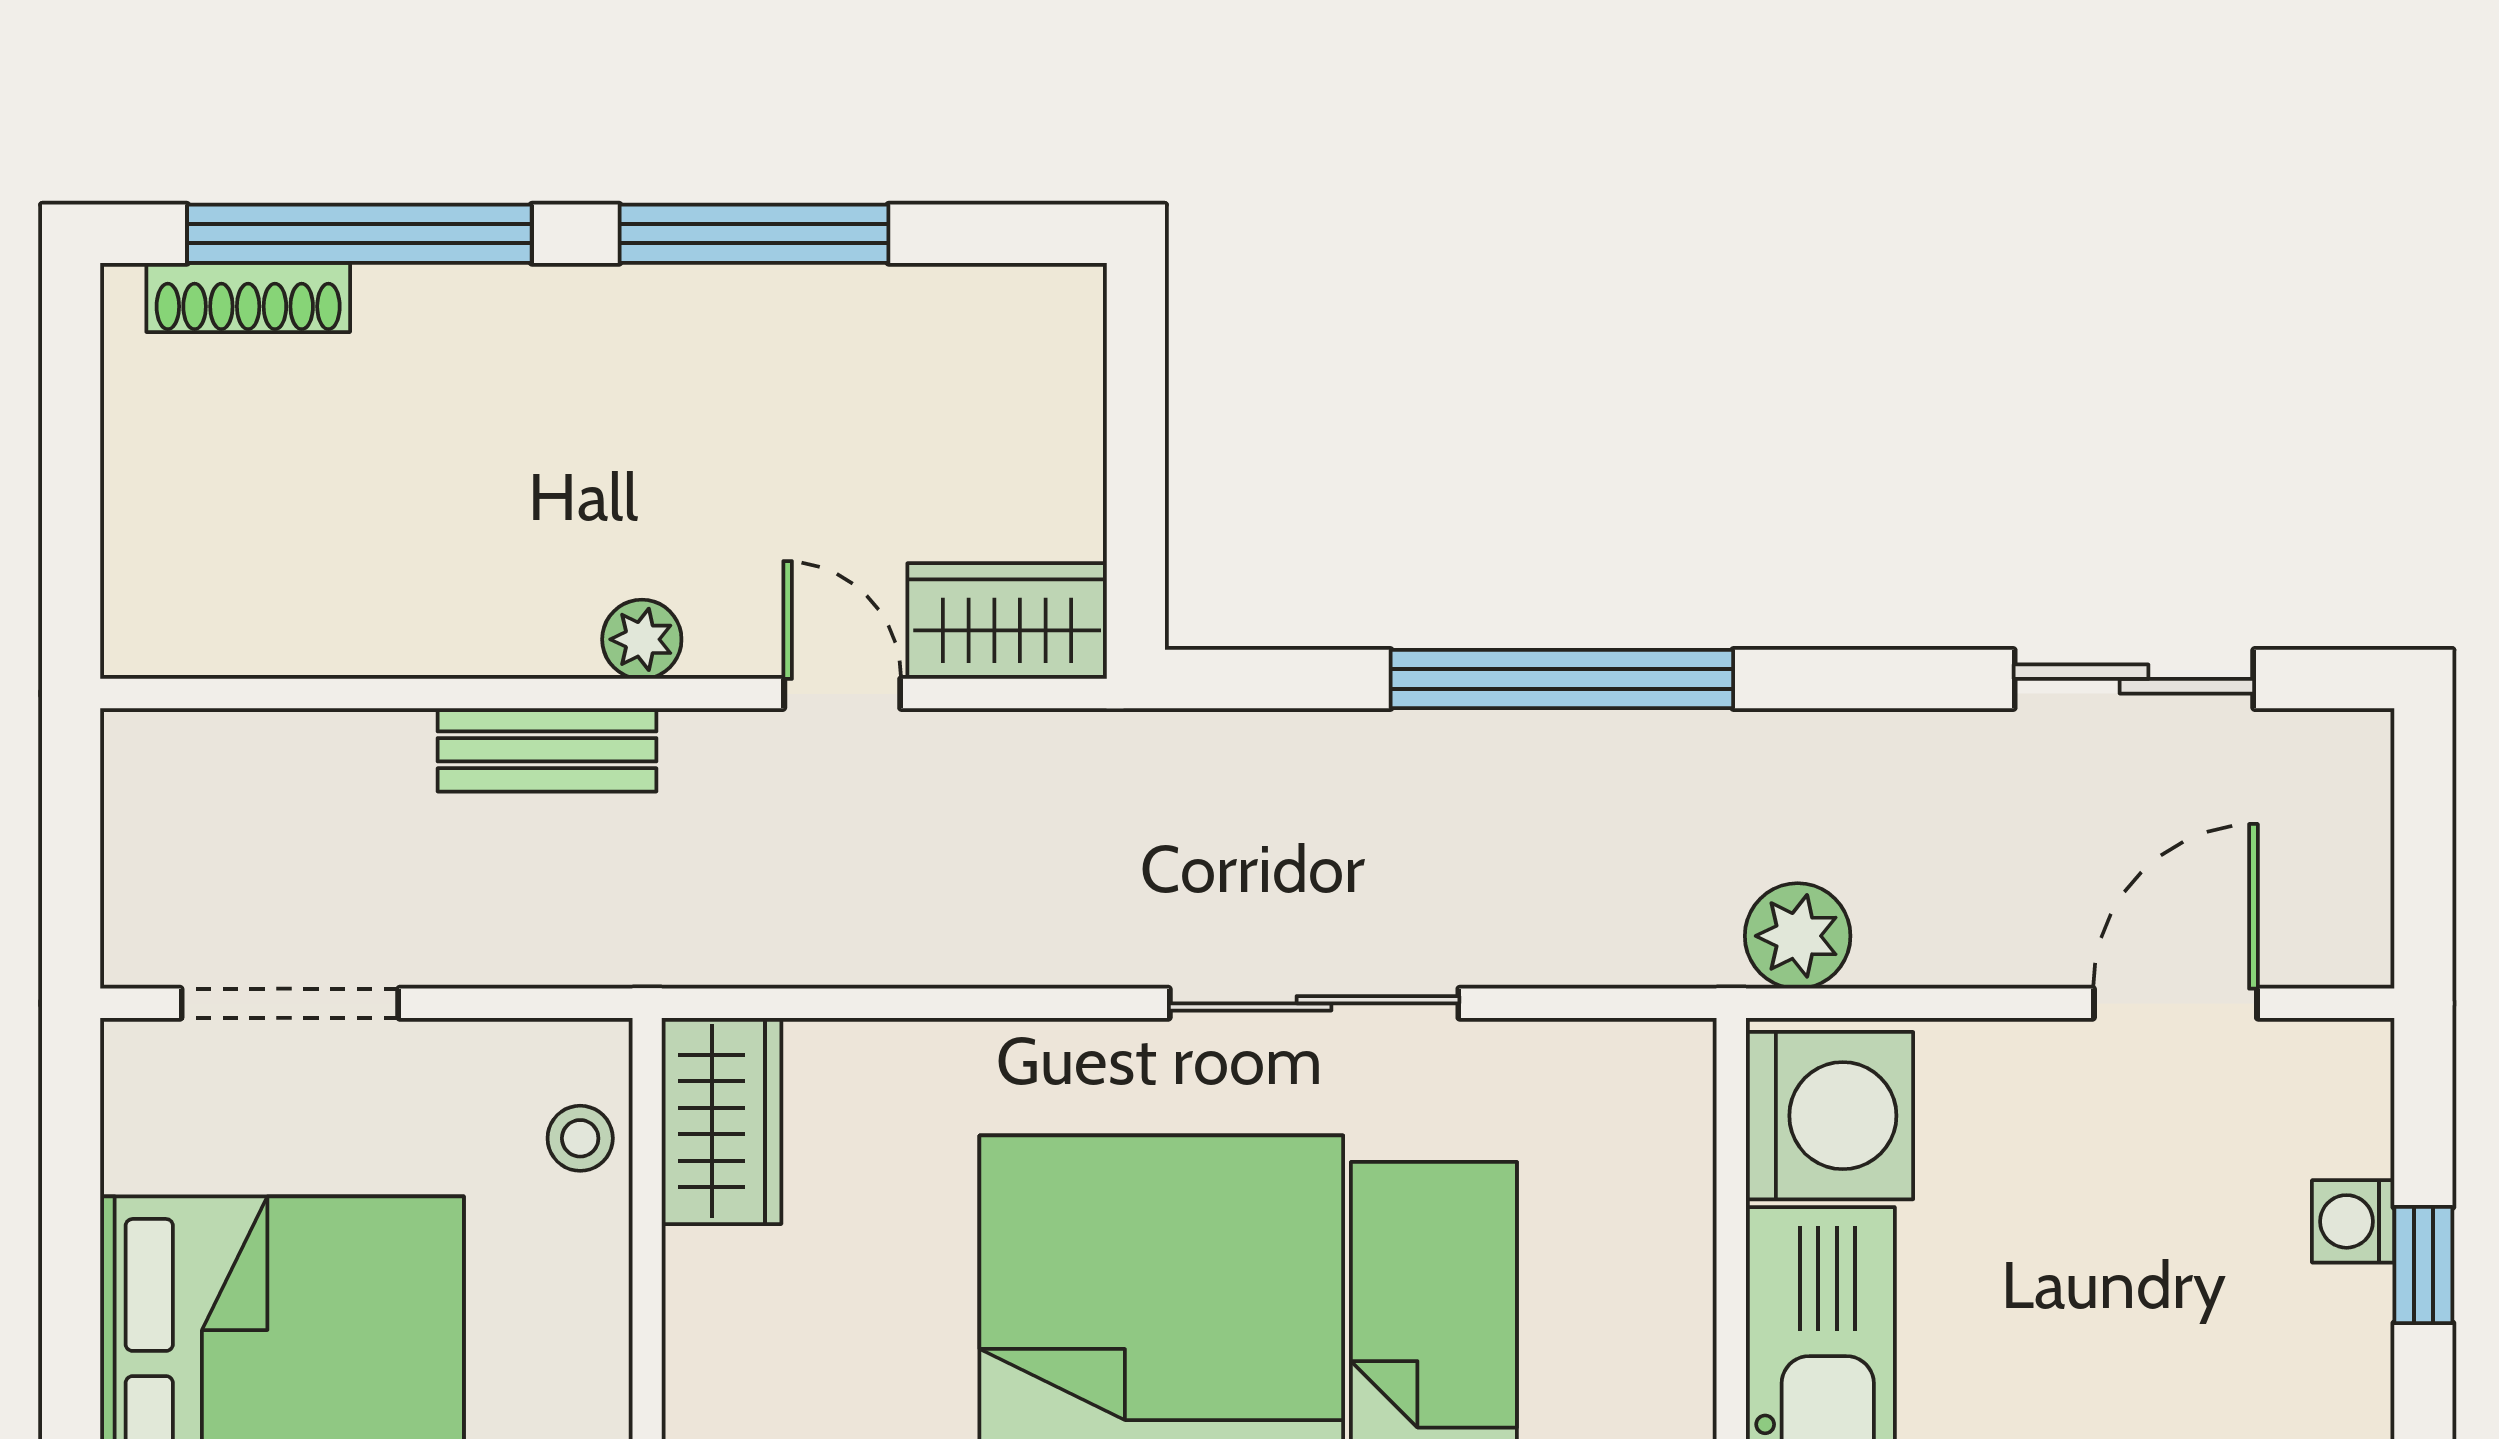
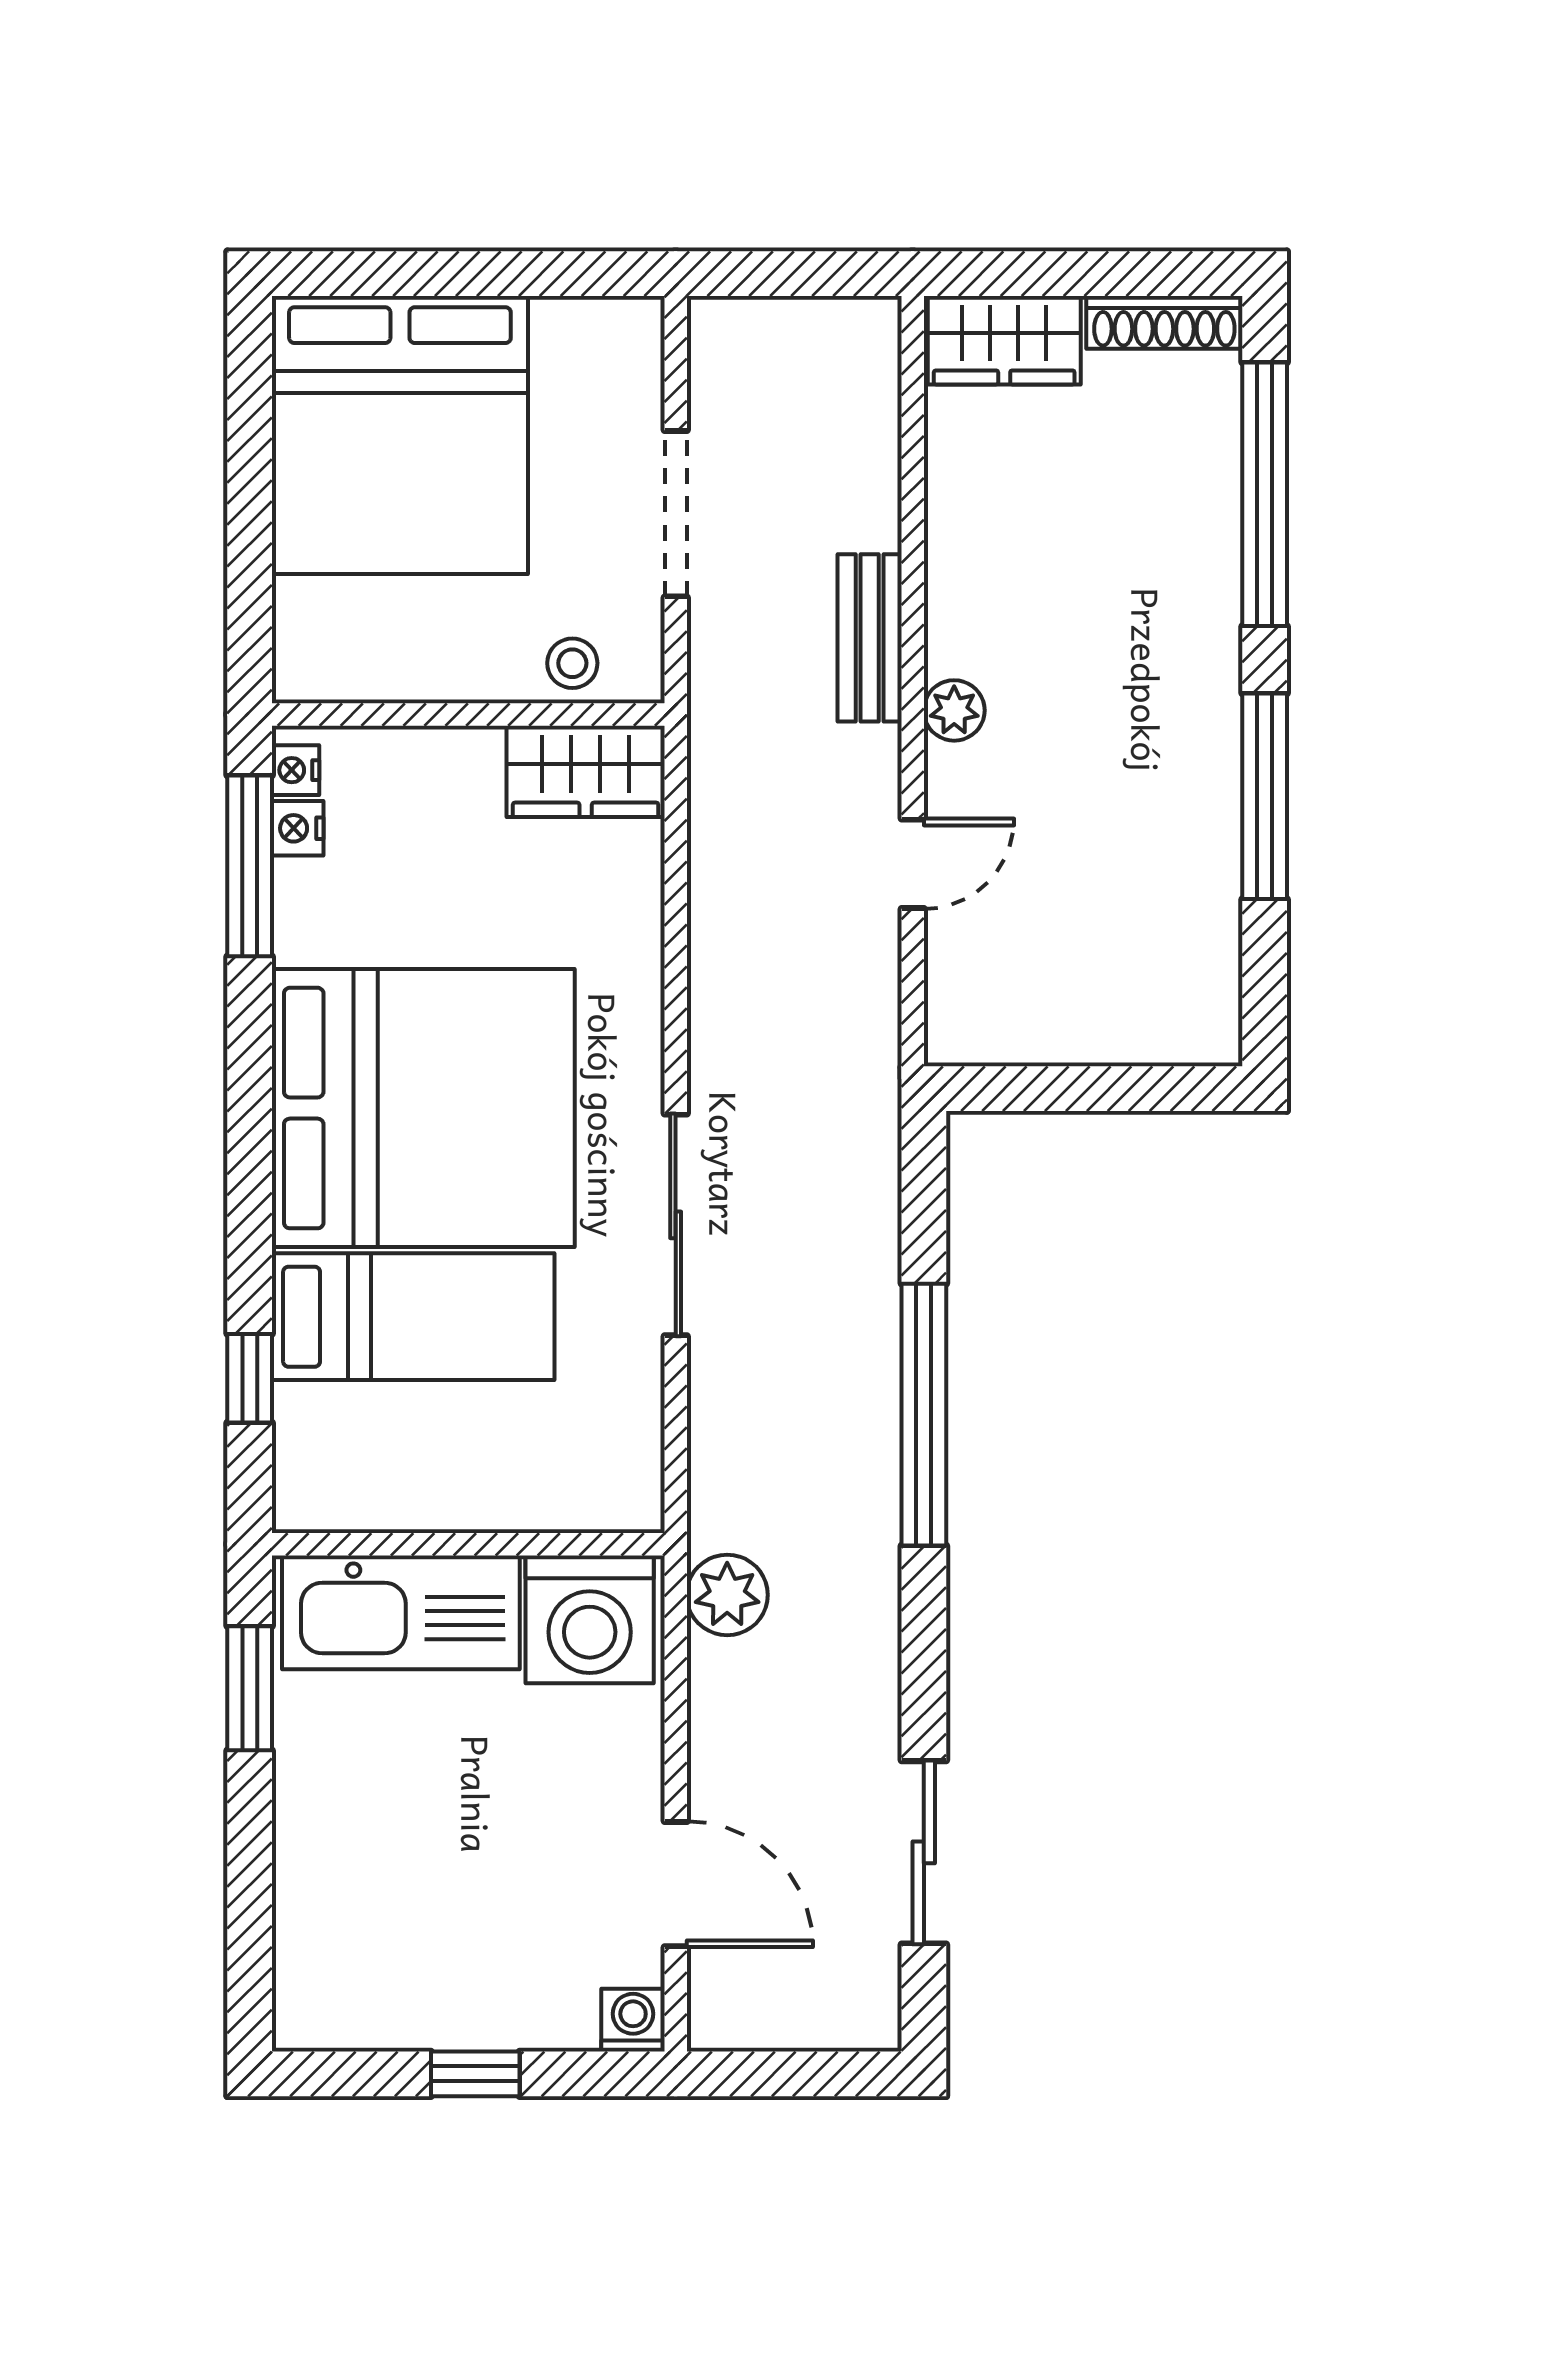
shoe rack: (248, 297) -> (1164, 322), moved, turned -90
wardrobe: (1007, 621) -> (1004, 340), moved, turned 90
doorway: (290, 1003) -> (676, 514), moved
washing machine: (2353, 1221) -> (633, 2020), moved

